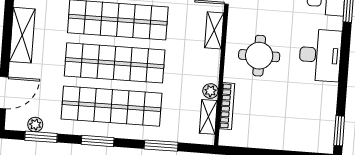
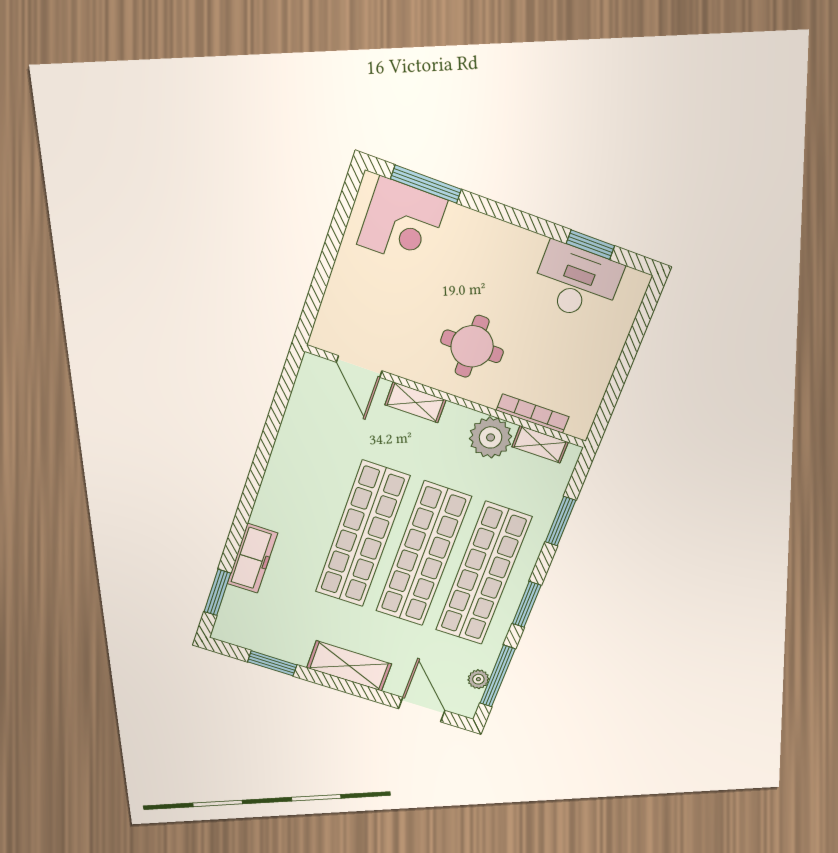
desk: (320, 55) -> (577, 282), moved
plant: (210, 91) -> (491, 437), width x1.87, depth x1.87
window: (339, 131) -> (590, 245), moved
window: (41, 137) -> (498, 676), width x1.44

